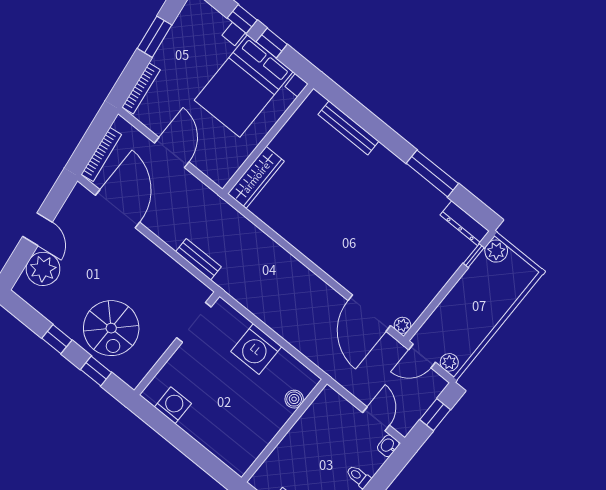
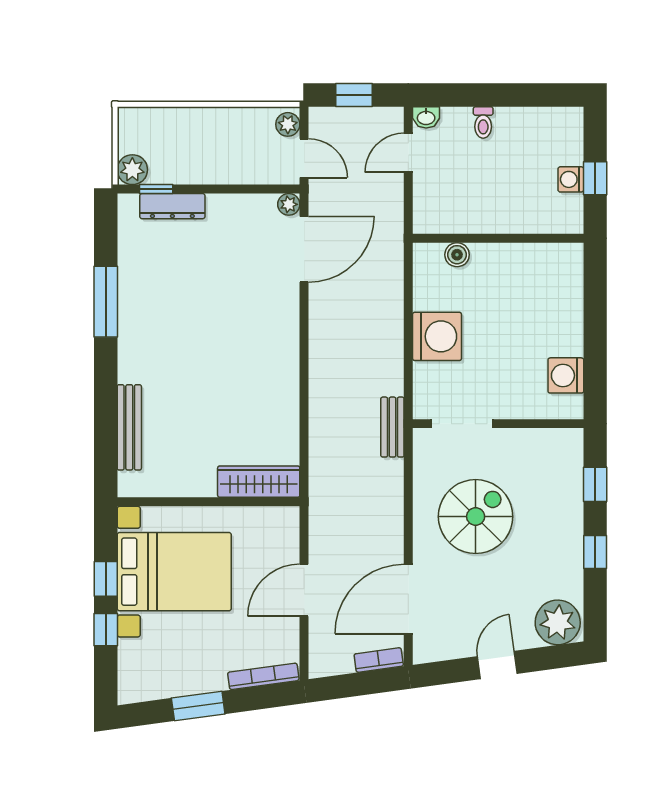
bookcase: (101, 154) -> (379, 660), width x0.64
dresser: (465, 223) -> (172, 206), moved, turned 90
bench: (198, 259) -> (392, 427), moved
plant: (43, 269) -> (558, 622), moved
spiral stairs: (111, 328) -> (476, 517), moved

